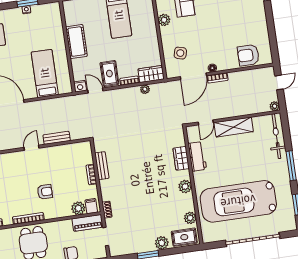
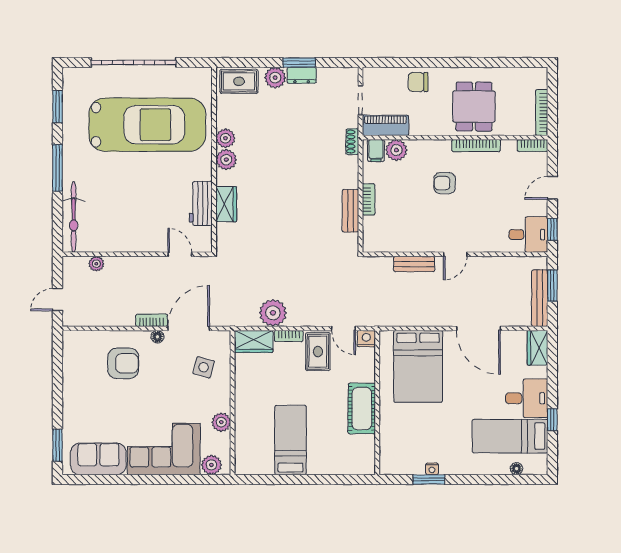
armchair: (248, 55) -> (123, 363), moved
bed: (45, 73) -> (418, 366), width x1.50
plant: (145, 89) -> (273, 313), width x1.88, depth x1.88
plant: (275, 106) -> (96, 264), moved
door: (206, 122) -> (180, 254), hinge flipped
shelving: (234, 127) -> (138, 241), removed
plant: (190, 218) -> (225, 138), moved
dresser: (145, 247) -> (302, 75), added

